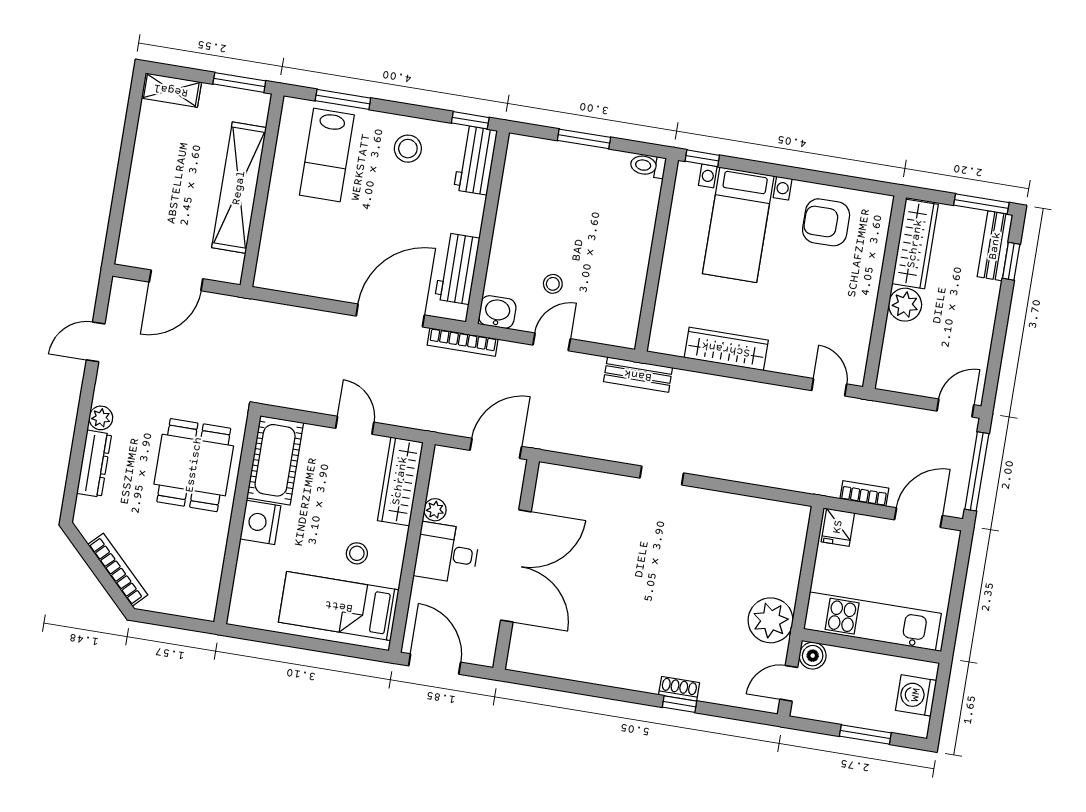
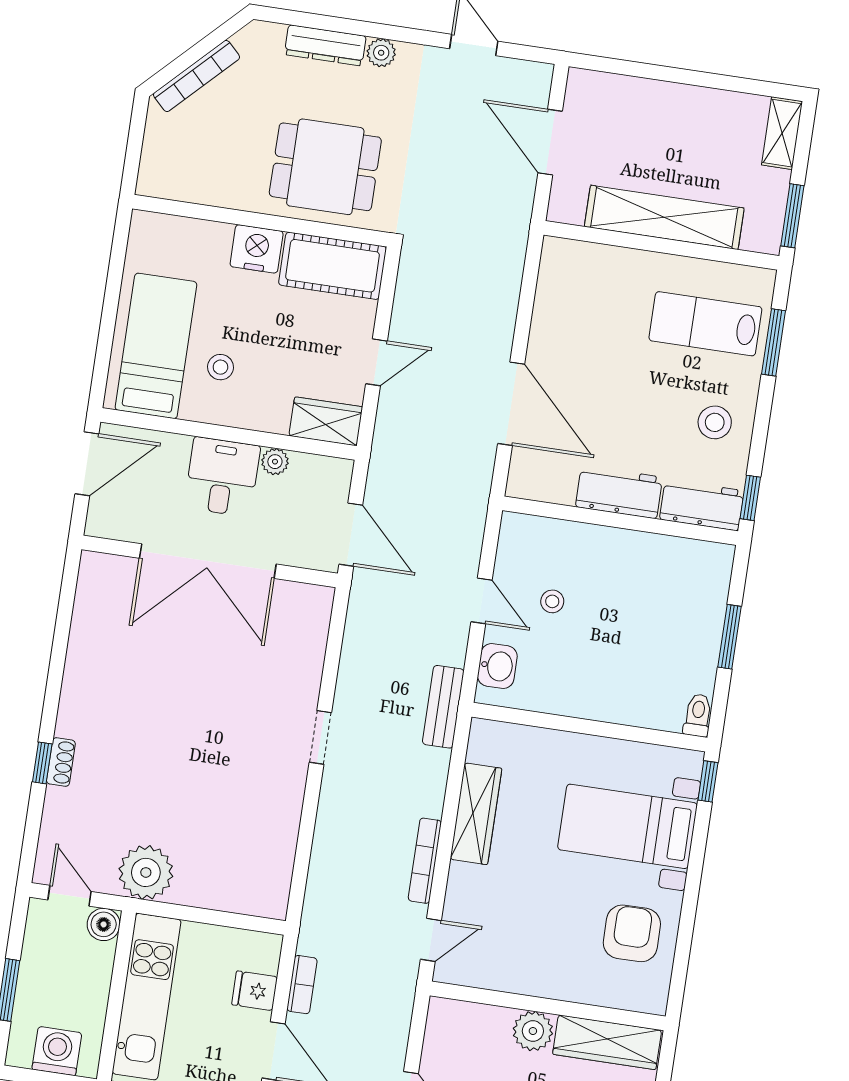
workbench: (457, 269) -> (619, 492), moved
washbasin: (497, 312) -> (497, 666), moved
bookcase: (463, 342) -> (425, 861), moved
wardrobe: (400, 481) -> (326, 421), width x0.67
fridge: (838, 527) -> (255, 991), moved

